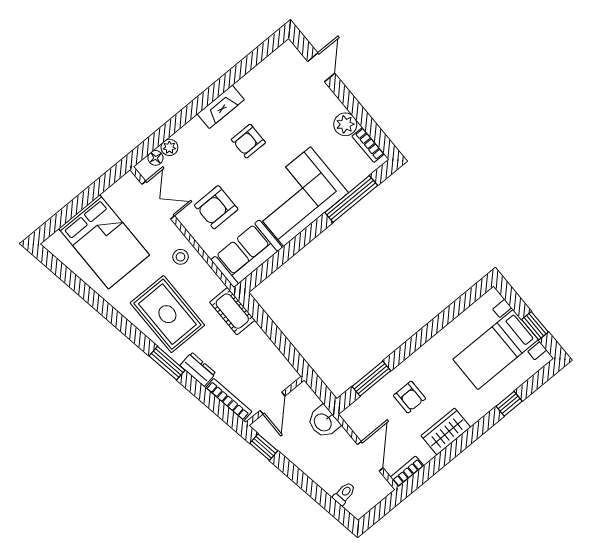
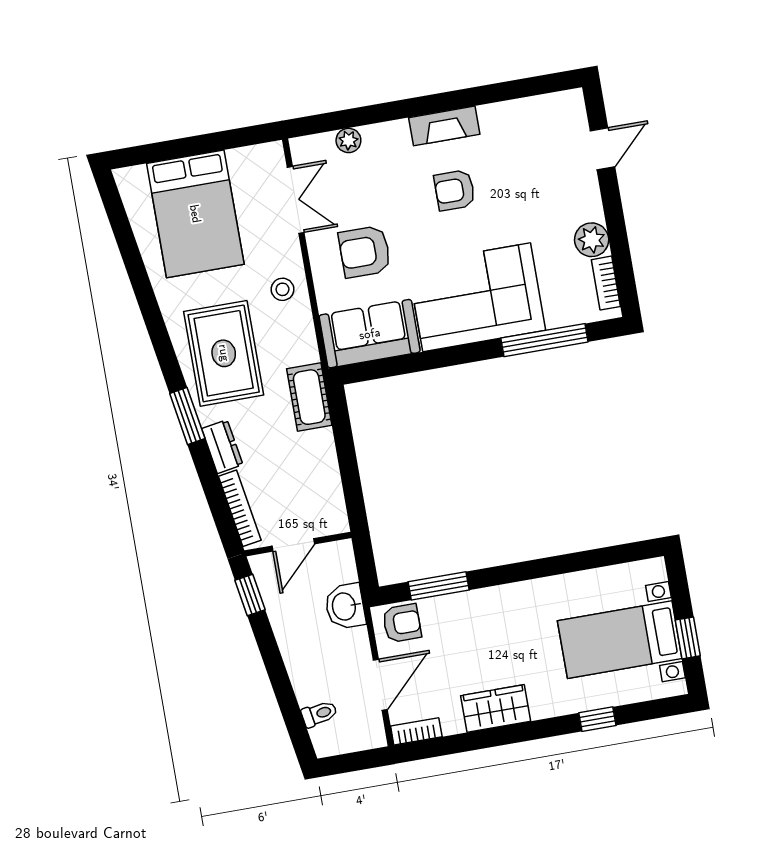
floor lamp: (155, 158) -> (323, 144), removed
armchair: (410, 397) -> (402, 623), moved, turned -90

